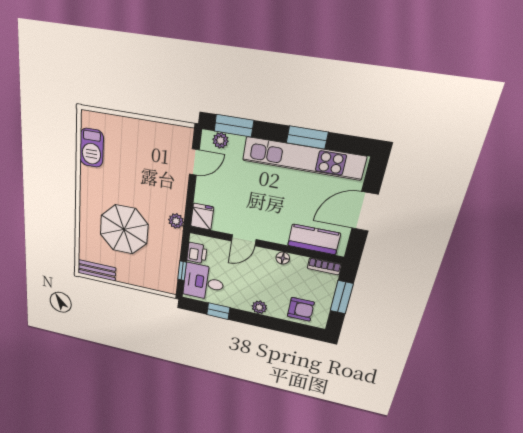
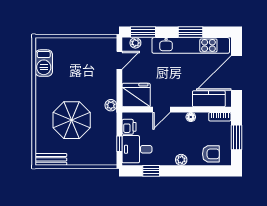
door: (365, 211) -> (236, 73), width x1.36
fridge: (202, 217) -> (136, 95), width x1.88, depth x1.34

